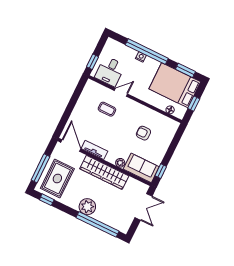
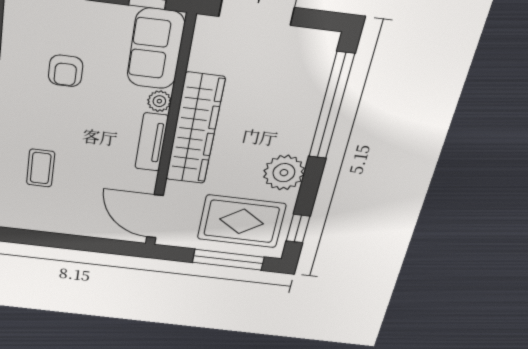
door: (71, 146) -> (155, 216), hinge flipped
tv unit: (94, 150) -> (152, 142), moved
plant: (87, 207) -> (284, 173), moved

